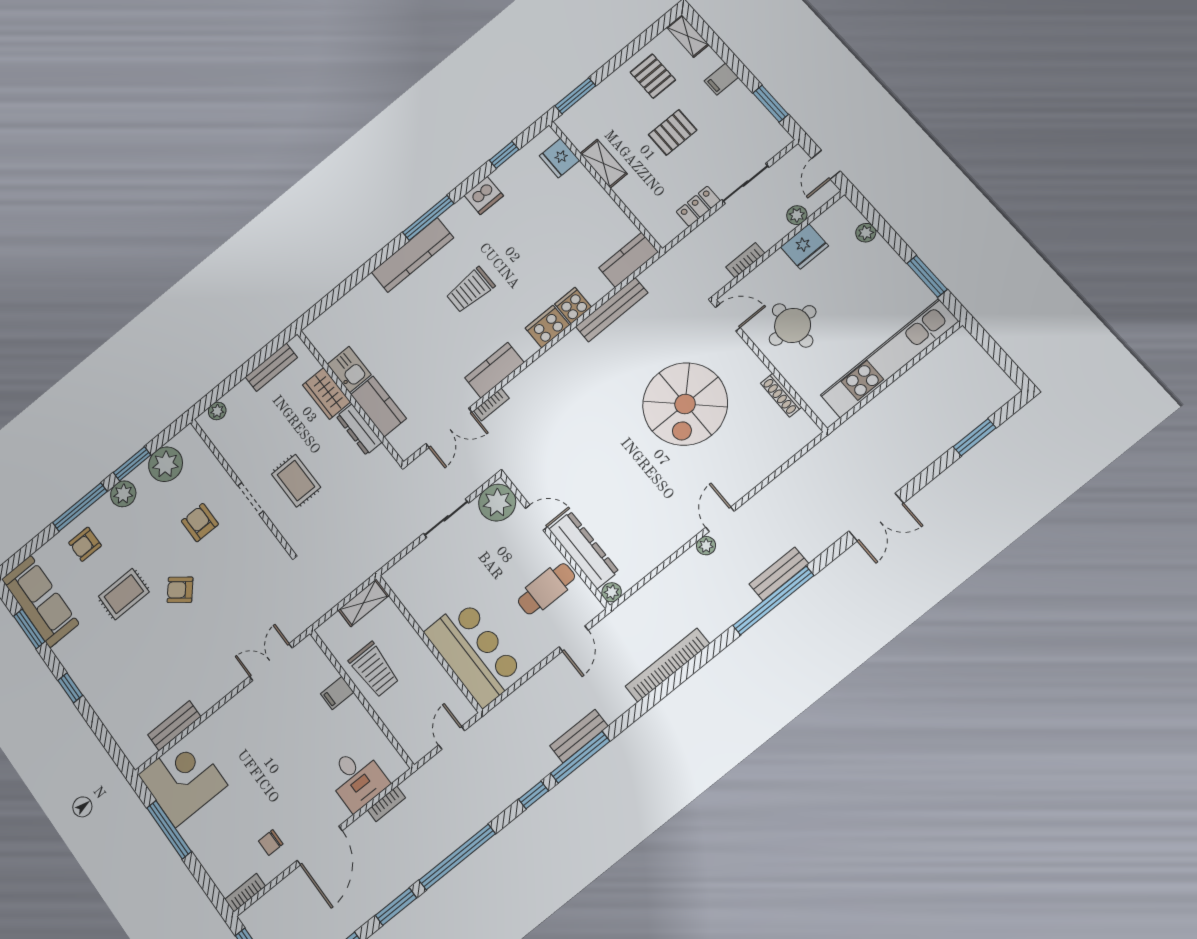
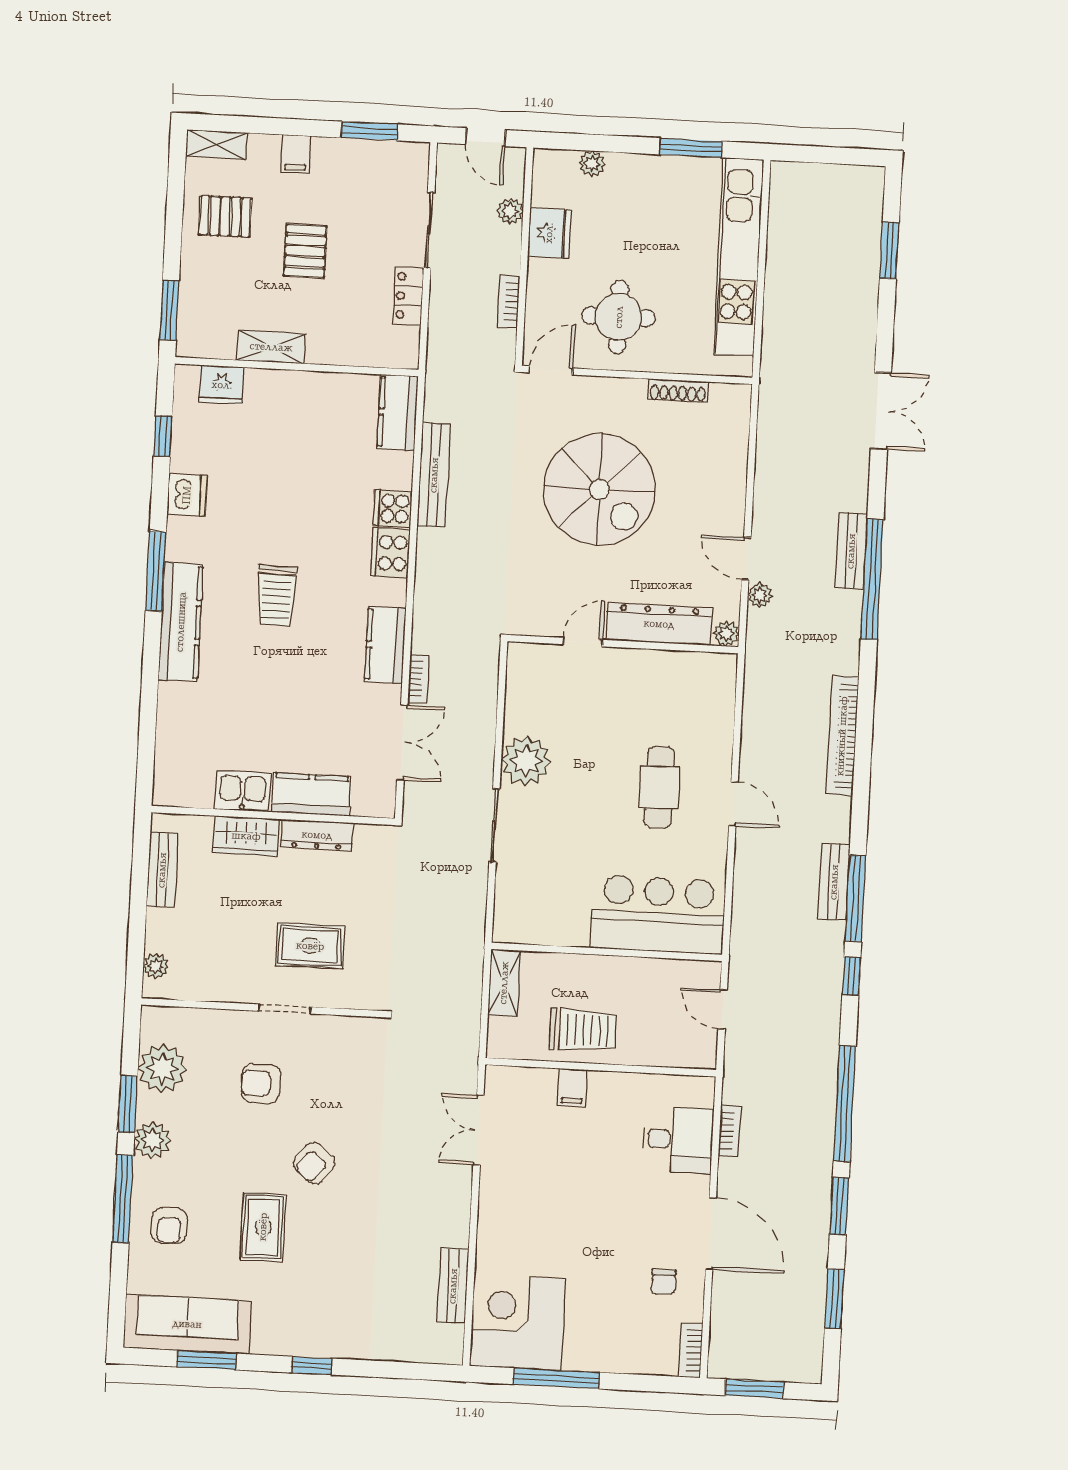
door: (536, 518) -> (583, 642), moved
wall: (555, 540) -> (623, 644), moved
dresser: (584, 550) -> (659, 624), moved
plant: (612, 592) -> (726, 634), moved

